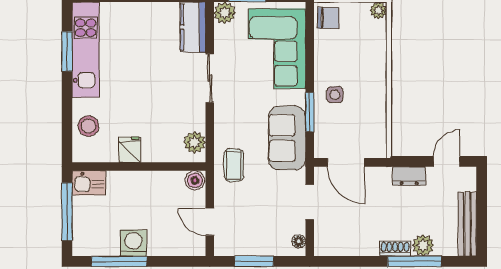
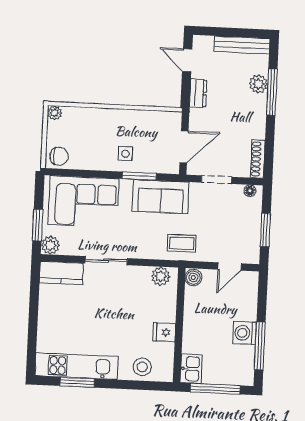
chair: (328, 18) -> (59, 156), turned 90
shoe rack: (395, 249) -> (258, 159), moved, width x1.43

